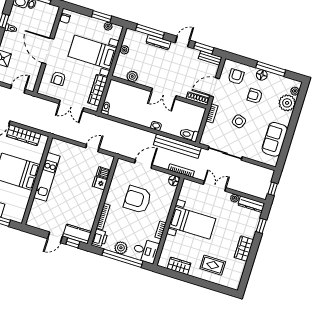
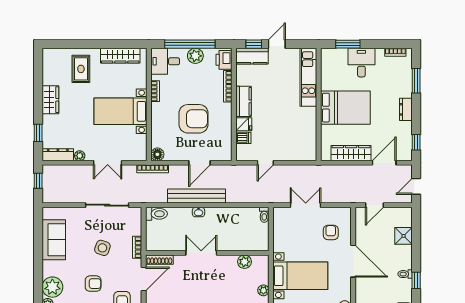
wardrobe: (98, 90) -> (280, 233), removed
bench: (177, 146) -> (197, 196), moved
kitchen unit: (47, 177) -> (308, 77), moved
kitchen counter: (95, 201) -> (243, 101), added
rug: (213, 265) -> (81, 69), turned 90
wardrobe: (179, 266) -> (120, 56), width x1.50

